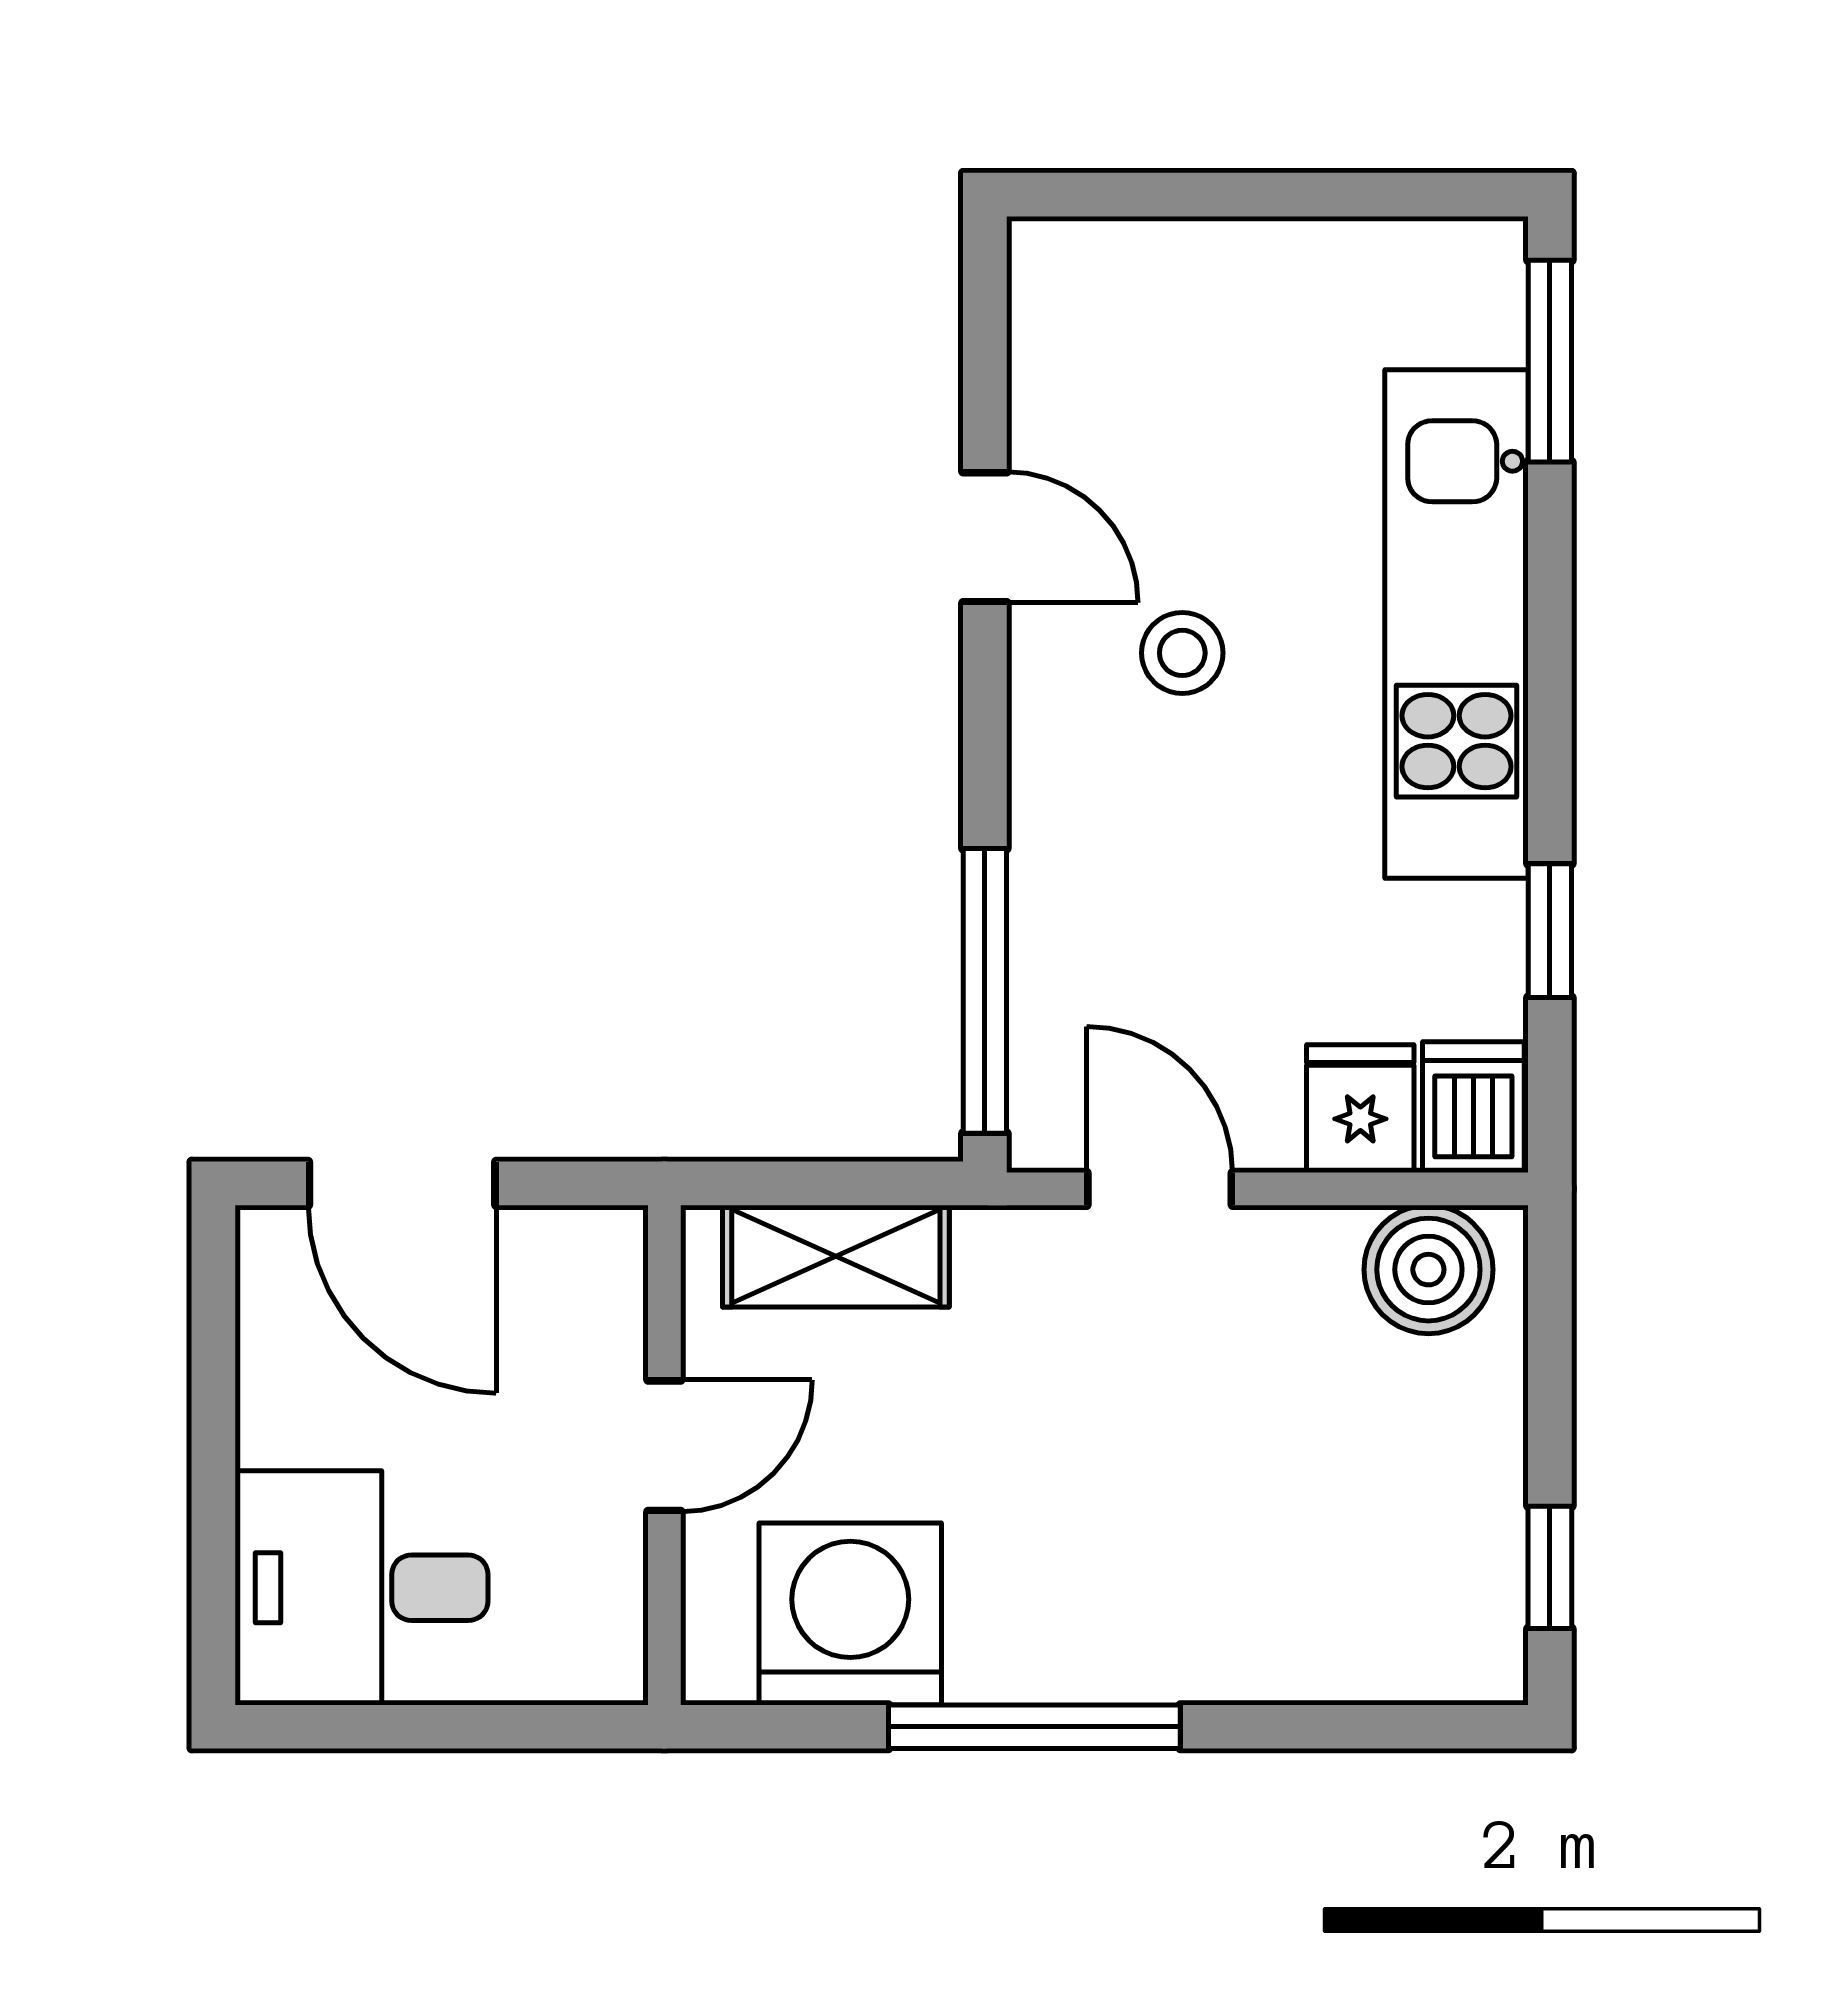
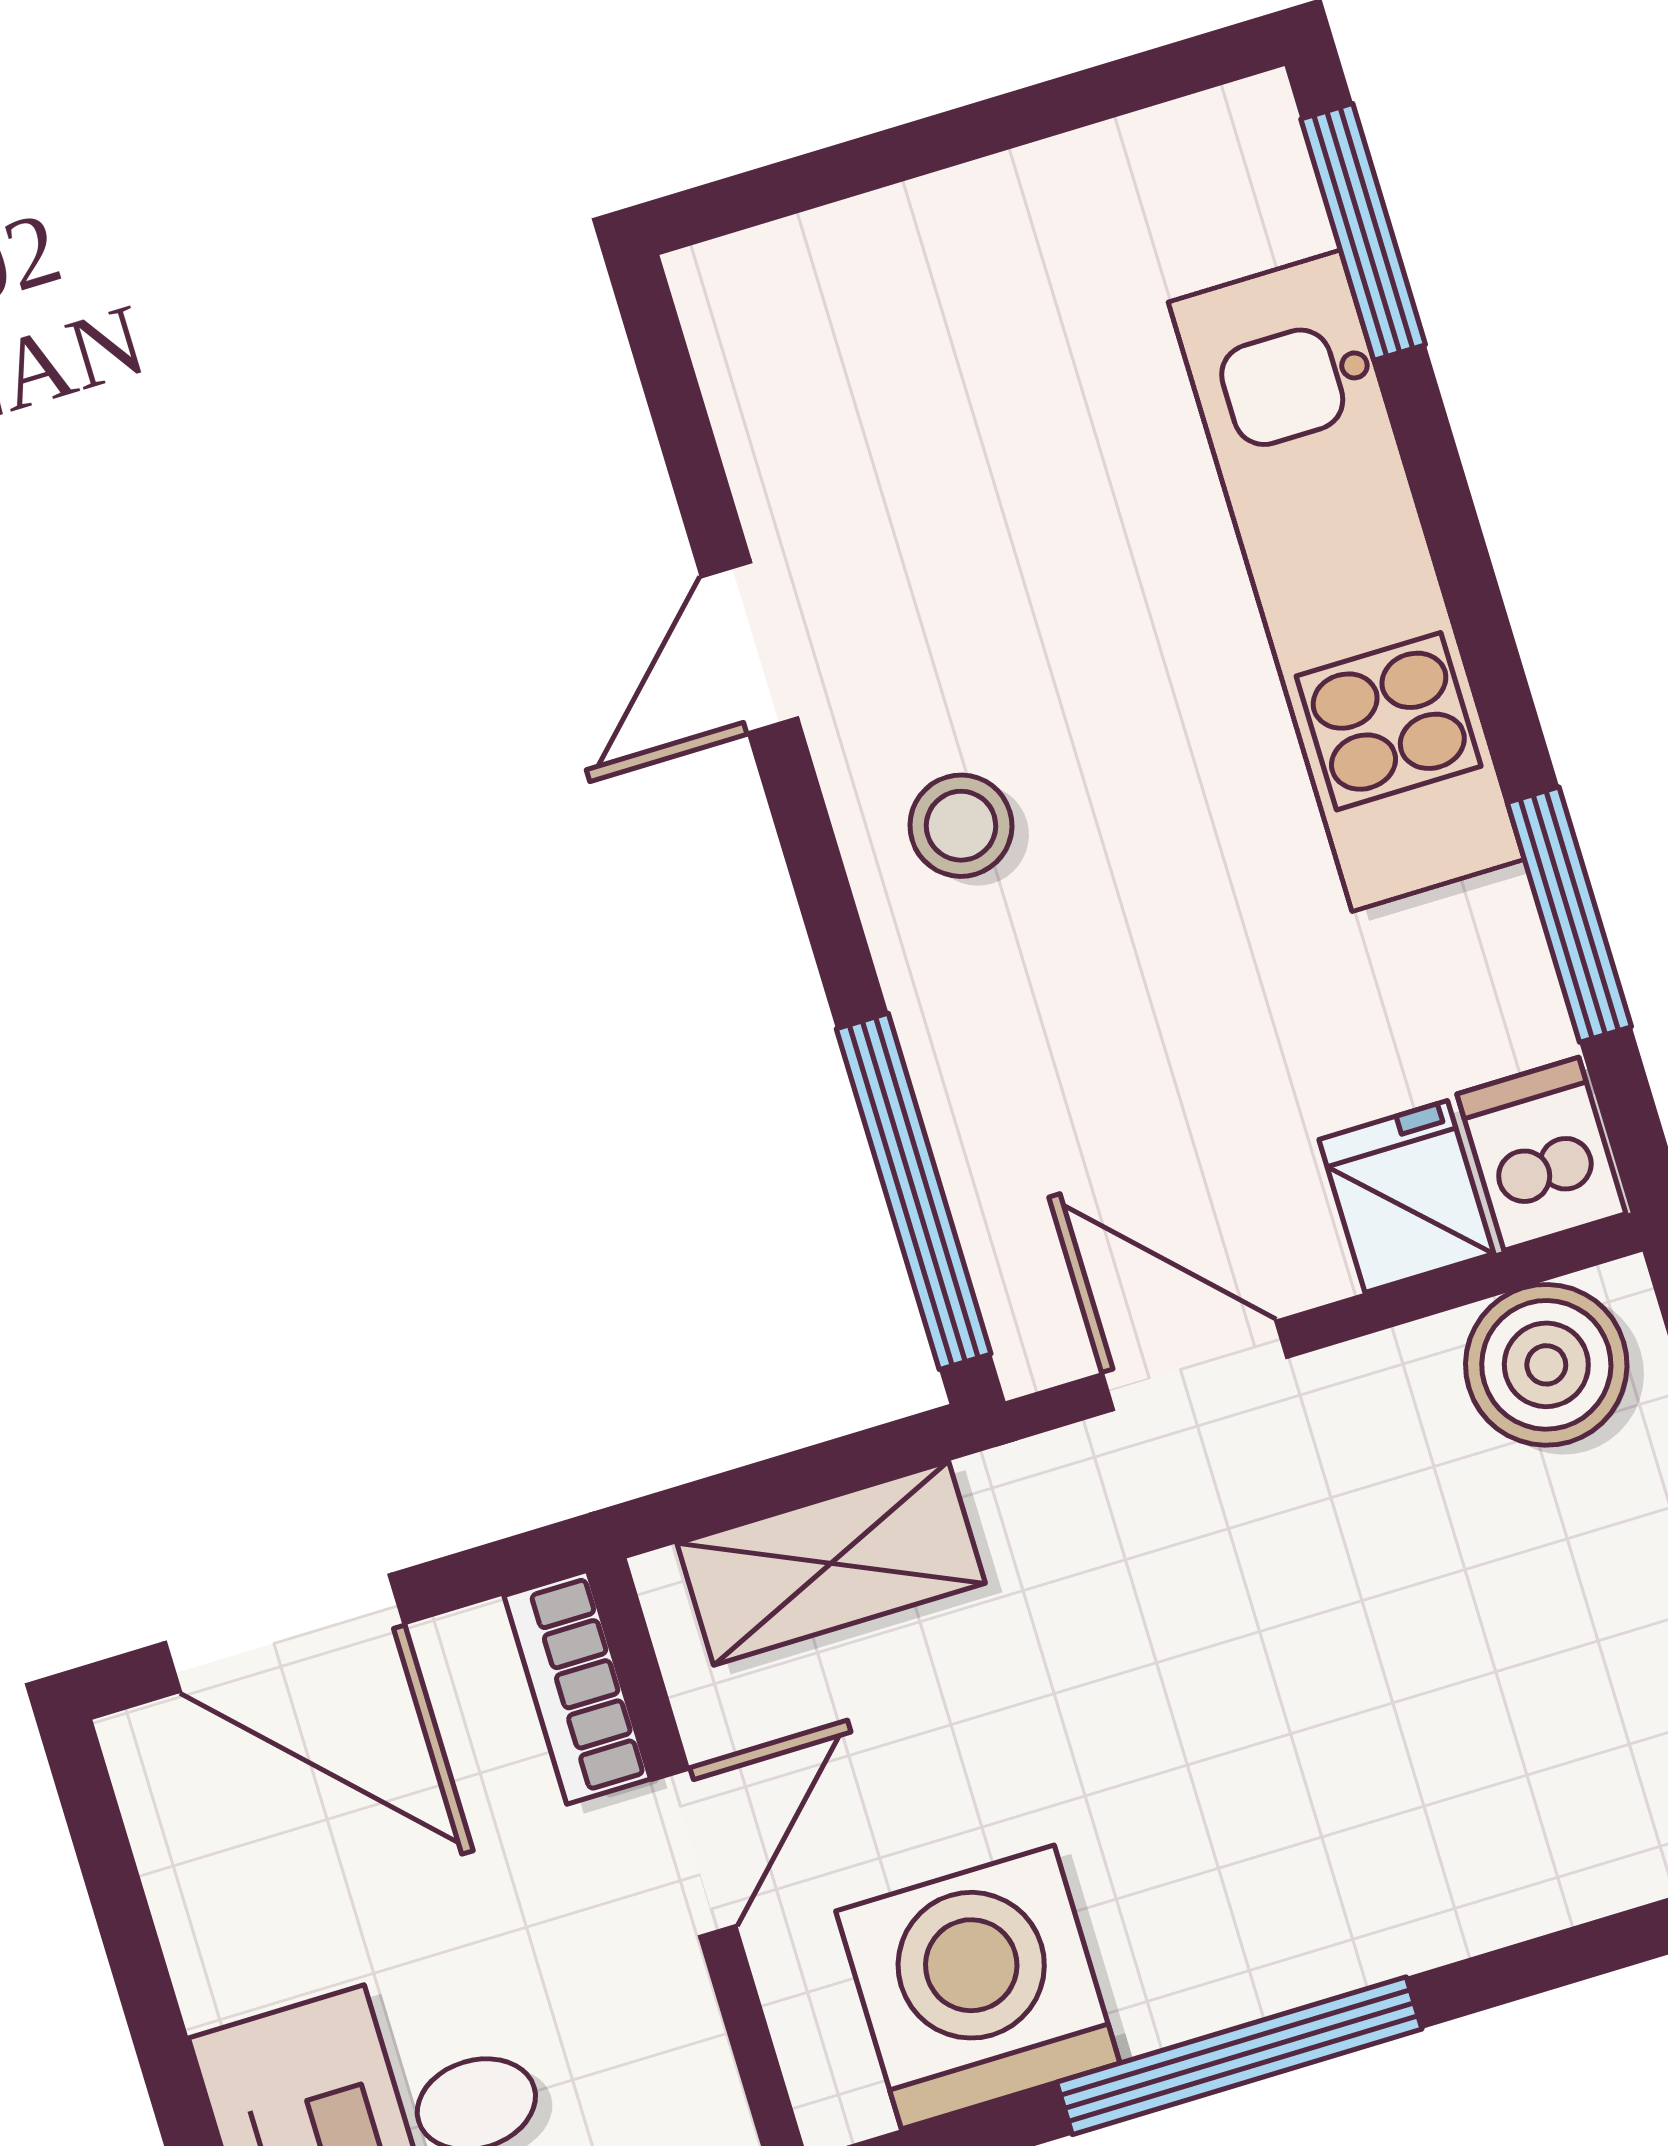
door: (985, 537) -> (749, 648), swing flipped
stool: (1182, 653) -> (961, 826), moved
window: (1550, 931) -> (1569, 915), width x1.50
bookcase: (613, 1292) -> (577, 1687), added

